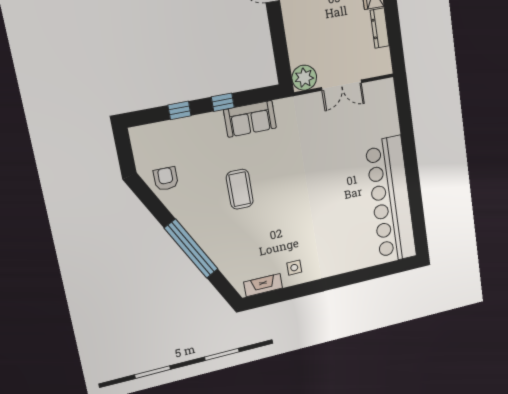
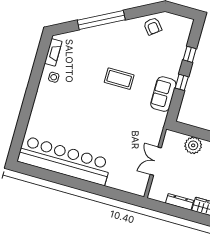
plant: (304, 78) -> (193, 145), moved
armchair: (166, 179) -> (153, 26), turned 52
coffee table: (240, 189) -> (119, 79), moved

